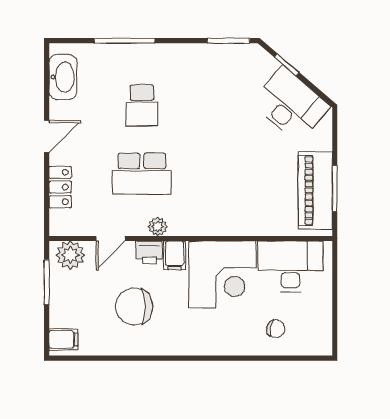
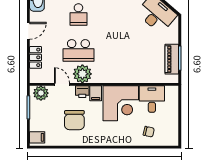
piano: (315, 190) -> (172, 59), width x0.73, depth x0.75
plant: (158, 227) -> (82, 74), width x1.87, depth x1.87
door: (110, 238) -> (62, 84), swing flipped
desk: (290, 266) -> (152, 99), width x0.73
chair: (134, 307) -> (74, 120), turned -90

